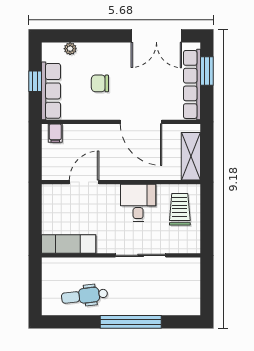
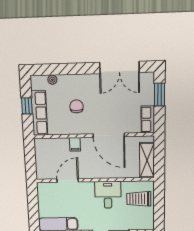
chair: (100, 83) -> (76, 106), turned 90
row of seats: (192, 84) -> (148, 119), width x0.50
filing cabinet: (55, 133) -> (75, 144), moved
trolley: (180, 209) -> (139, 199), turned -90

